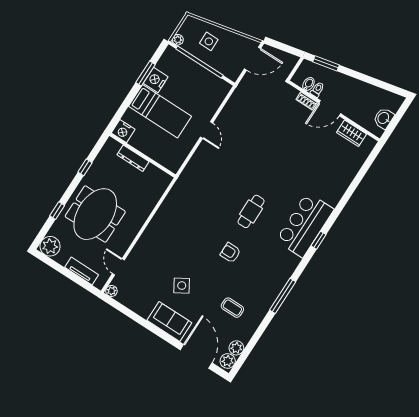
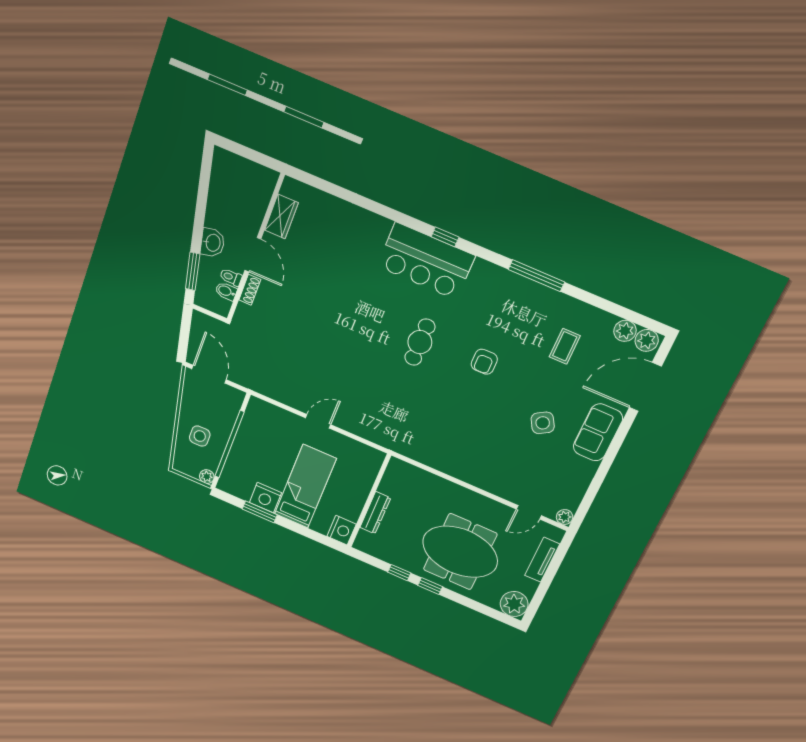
washbasin: (384, 118) -> (212, 243), moved, turned -102
window: (57, 211) -> (430, 586), moved
cafe table: (251, 211) -> (420, 342), turned 90

